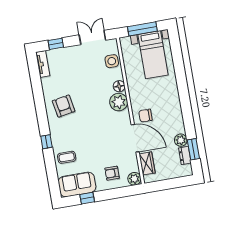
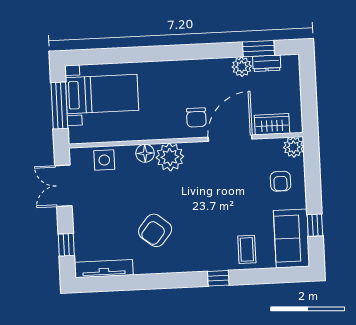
tv unit: (43, 64) -> (104, 269), width x1.41
armchair: (64, 106) -> (155, 230), moved, turned -41

